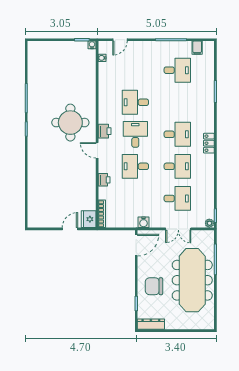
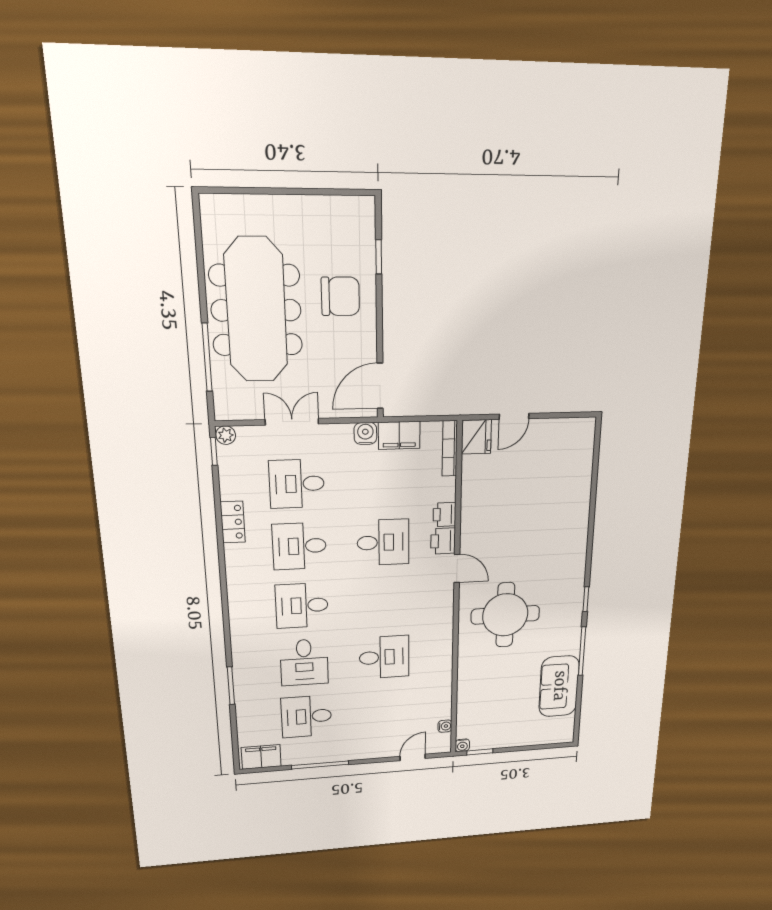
filing cabinet: (197, 48) -> (261, 757), width x2.00
sofa: (38, 77) -> (559, 686), added
printer: (105, 131) -> (443, 541), moved
desk: (135, 134) -> (304, 662), moved
locker: (209, 143) -> (233, 522), moved
filing cabinet: (127, 221) -> (399, 435), added
dresser: (151, 324) -> (345, 208), removed

